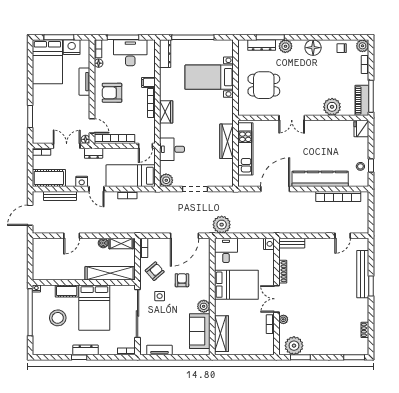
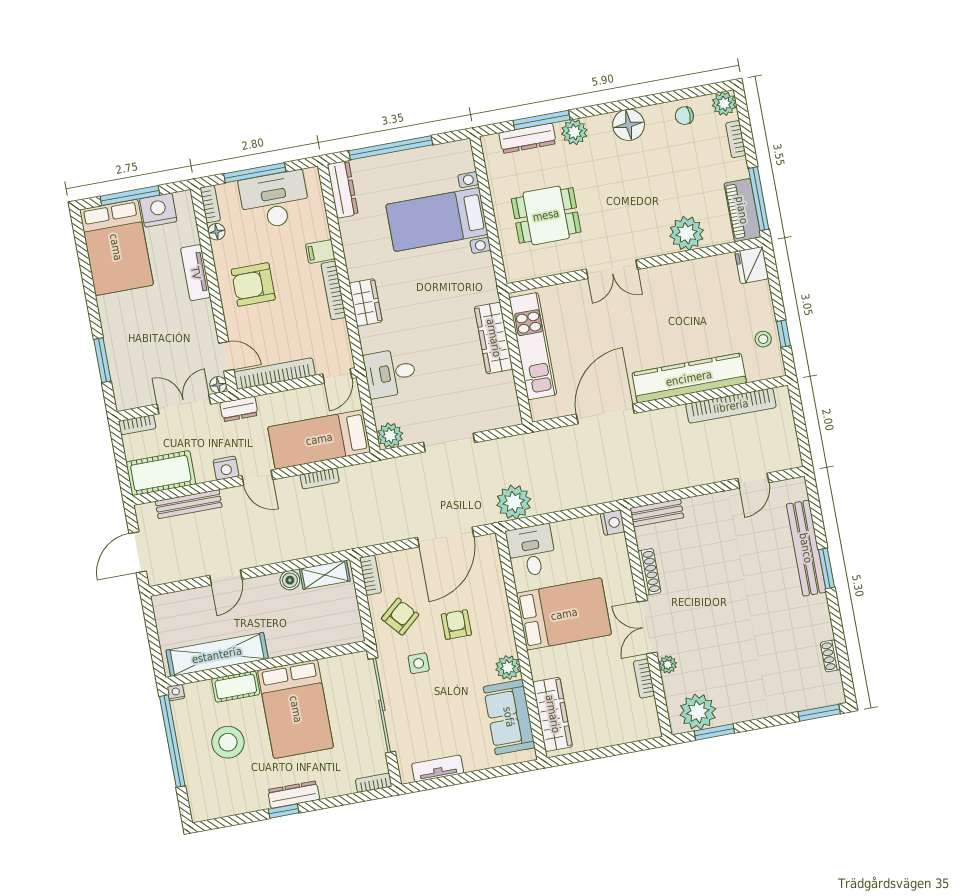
shelving: (110, 273) -> (217, 655), moved

